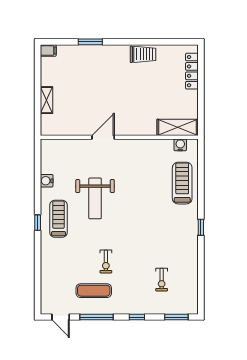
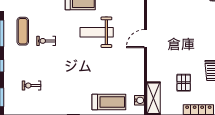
pallet: (158, 90) -> (184, 83), added
door: (103, 137) -> (146, 39), swing flipped

